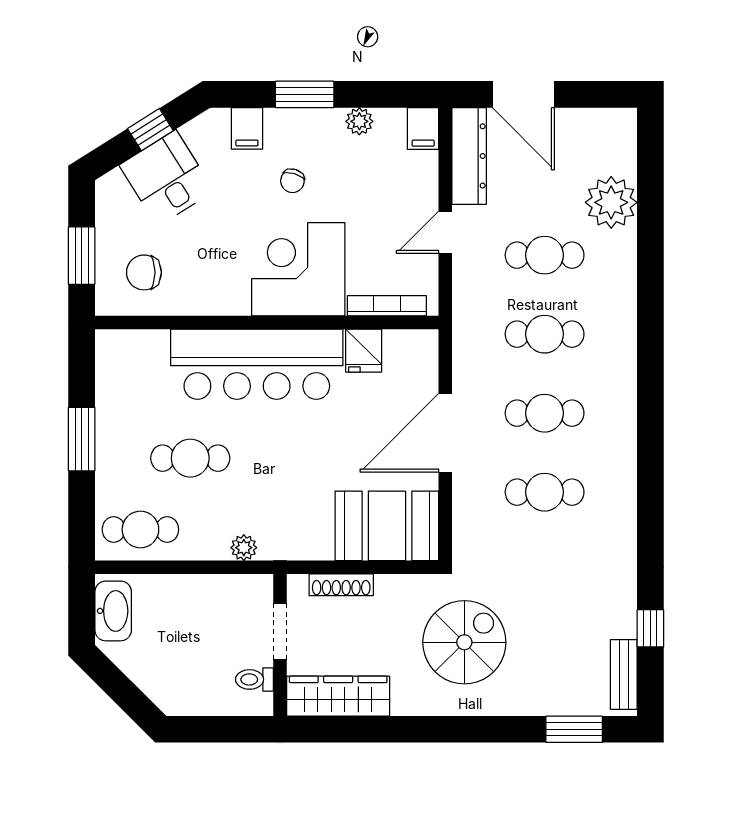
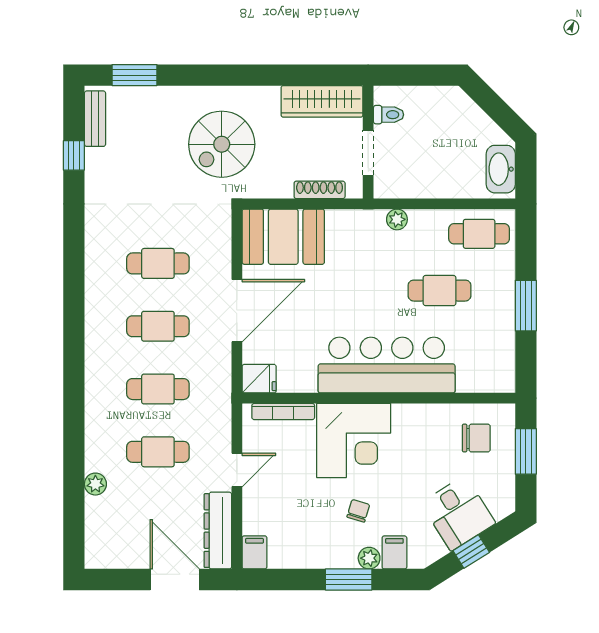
plant: (359, 121) -> (369, 558), moved
plant: (611, 202) -> (95, 484), width x0.53, depth x0.53
fridge: (364, 351) -> (259, 379), moved, turned 90

